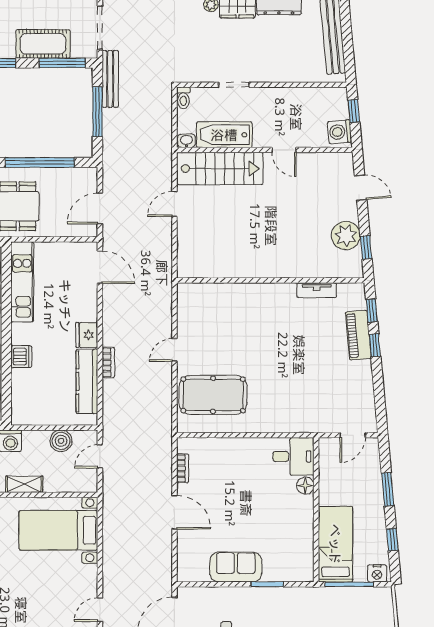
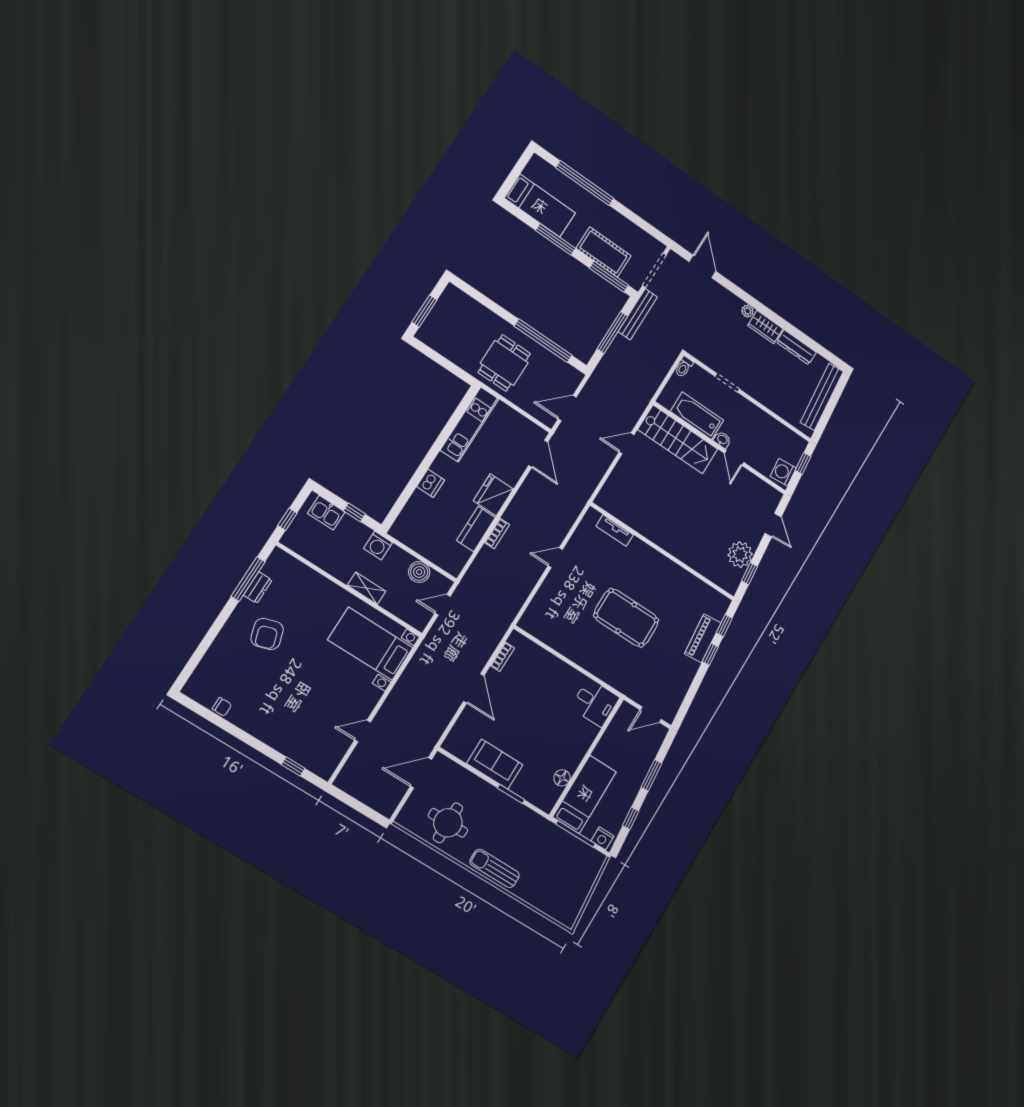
washbasin: (186, 141) -> (722, 440), moved
tv unit: (317, 290) -> (615, 530), moved
fridge: (87, 335) -> (493, 495), width x1.36, depth x1.34
kitchen counter: (87, 381) -> (476, 529), width x0.67
pool table: (213, 395) -> (626, 618), moved
floor lamp: (305, 486) -> (562, 778), moved

